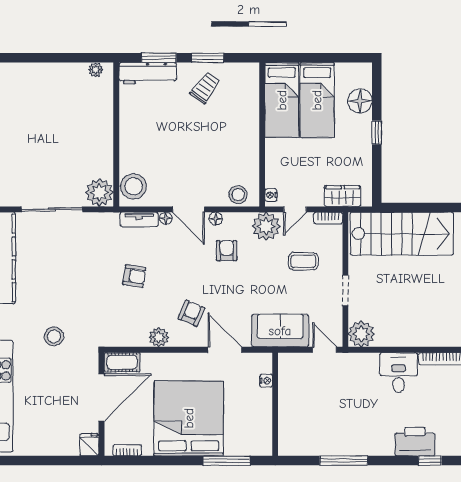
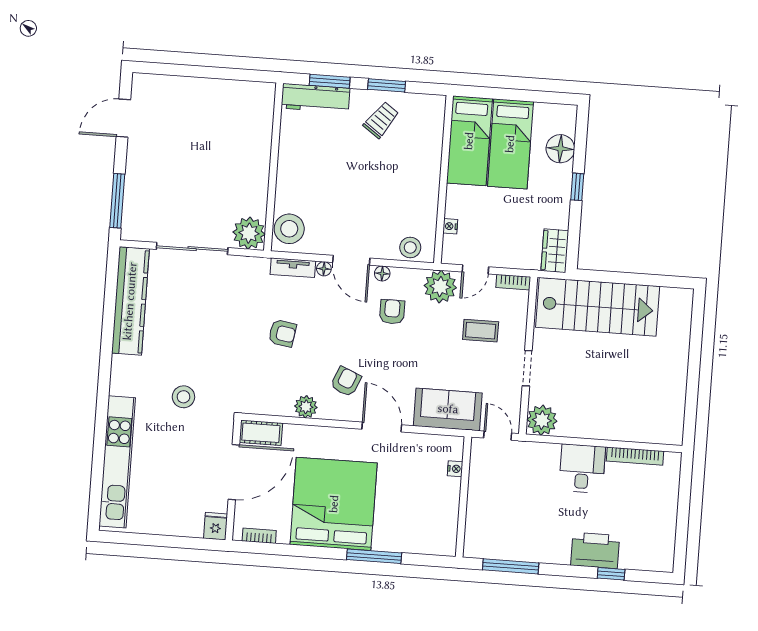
plant: (96, 70) -> (255, 90), removed
nightstand: (271, 195) -> (450, 226), moved
wardrobe: (343, 196) -> (555, 251), moved, turned -90
nightstand: (266, 381) -> (455, 469), moved
wall: (275, 404) -> (464, 497), moved

